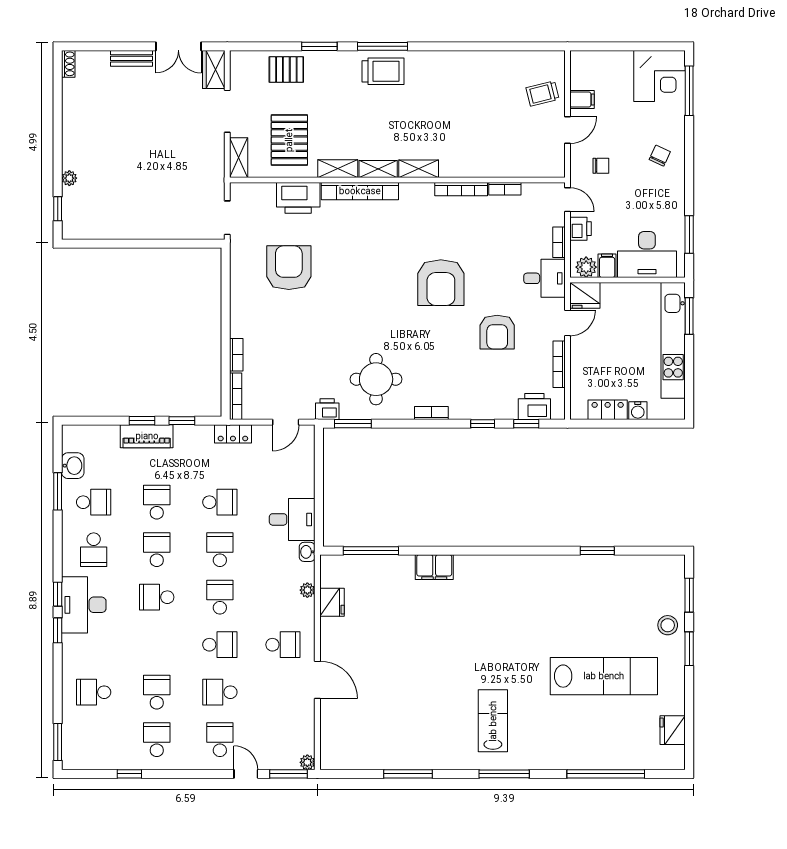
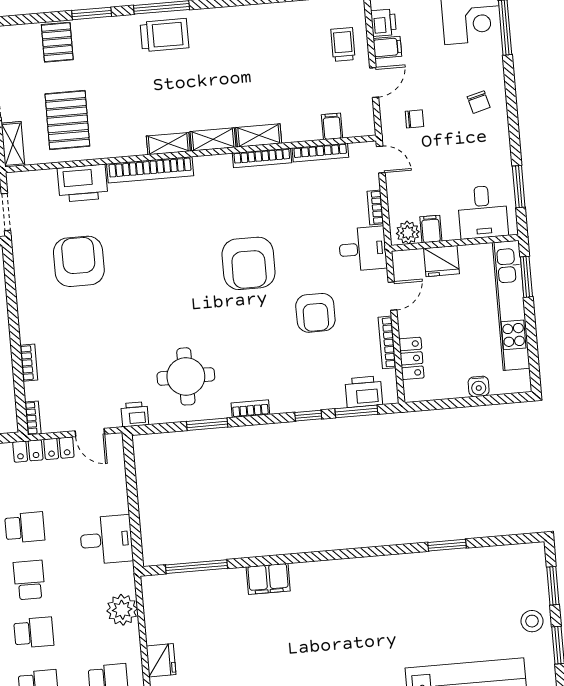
pallet: (286, 70) -> (57, 42), turned 90
trolley: (542, 93) -> (343, 44), turned 104
chair: (660, 156) -> (479, 102), turned 140
filing cabinet: (526, 166) -> (332, 126), added
shelving: (338, 169) -> (259, 135), moved
bookcase: (505, 189) -> (320, 153), width x1.56
printer: (581, 229) -> (384, 23), moved
desk: (647, 255) -> (483, 212), width x0.73
fridge: (585, 295) -> (442, 261), moved
bookcase: (236, 396) -> (33, 418), width x0.64
locker: (608, 410) -> (411, 358), moved, turned 90
door: (286, 422) -> (90, 433), hinge flipped
window: (353, 424) -> (207, 424), moved
window: (526, 424) -> (356, 411), width x1.50
locker: (233, 434) -> (43, 450), width x1.53
washbasin: (307, 552) -> (126, 574), removed
plant: (307, 590) -> (122, 610), width x1.88, depth x1.88
school desk: (220, 597) -> (34, 633), turned 90
fridge: (332, 602) -> (161, 660), moved

